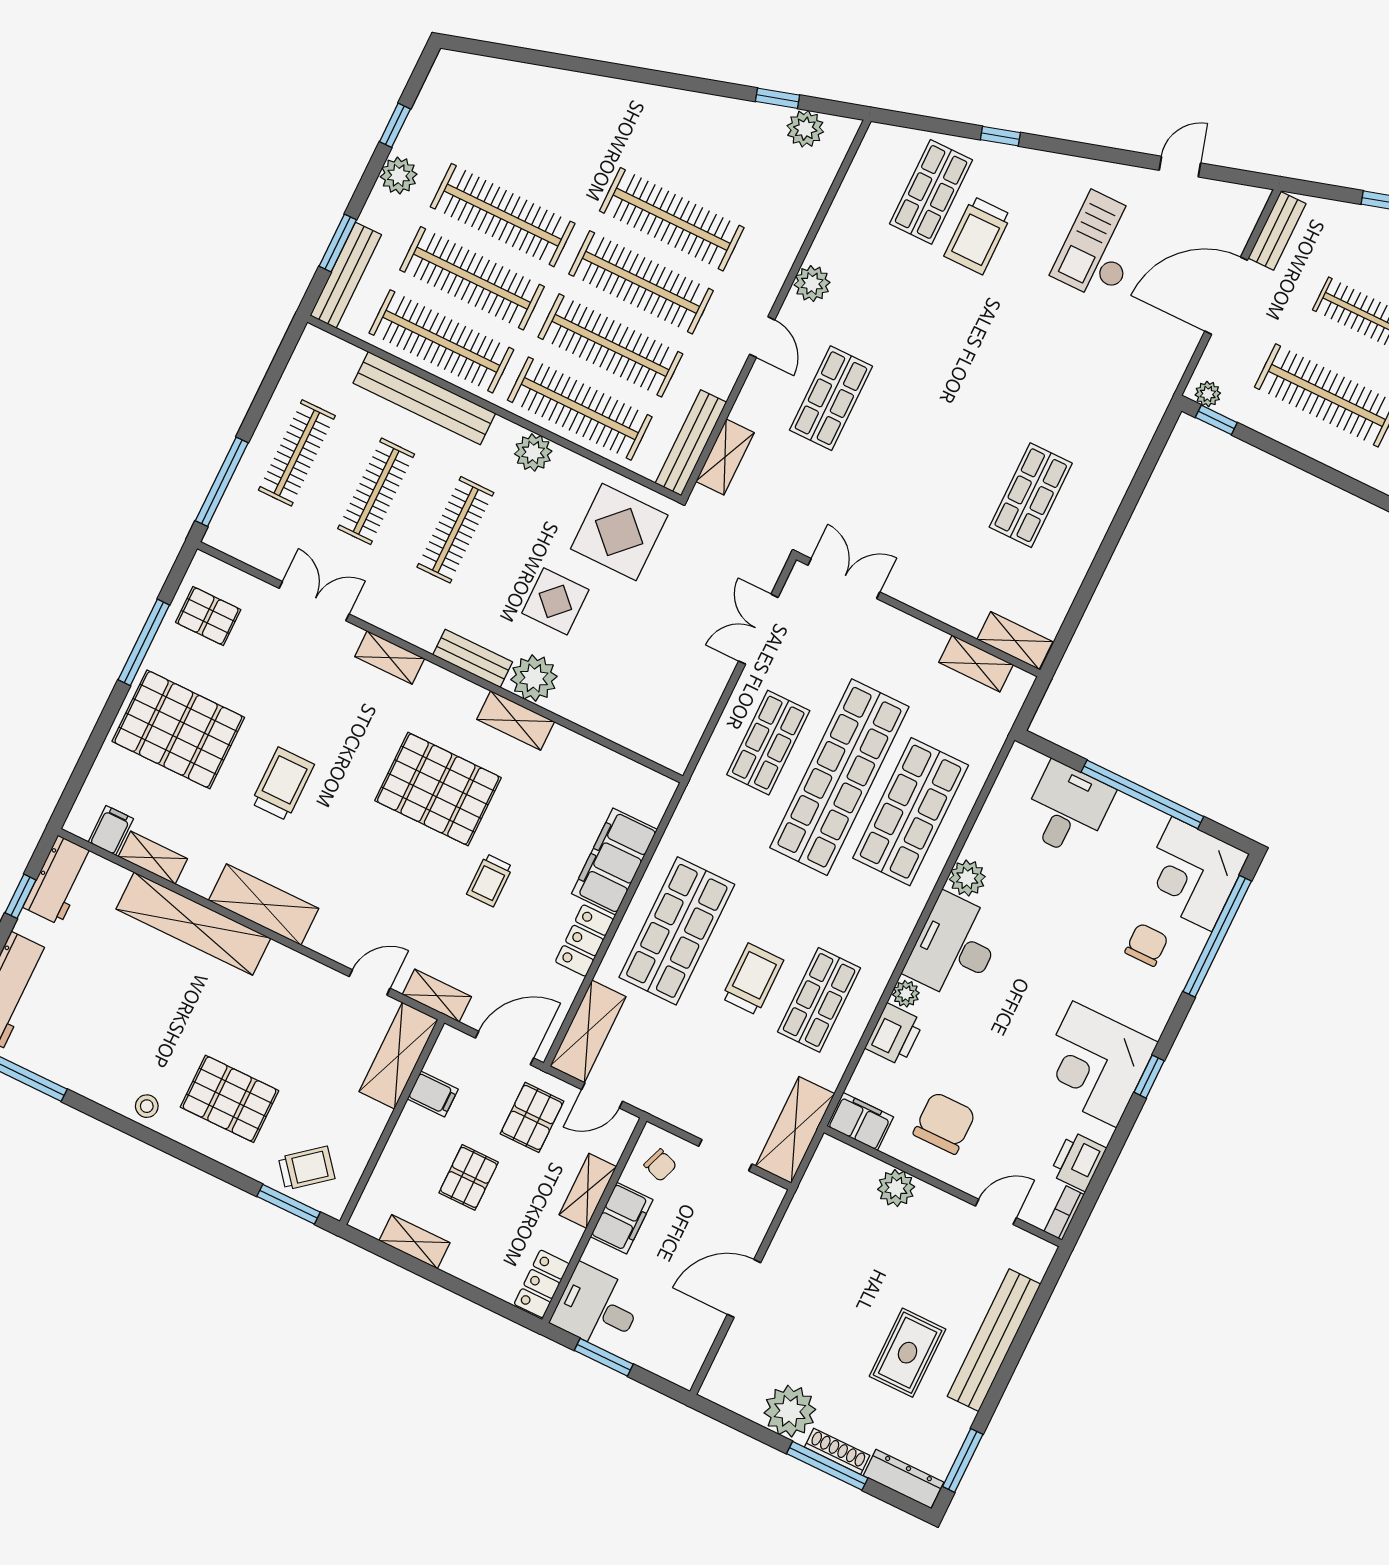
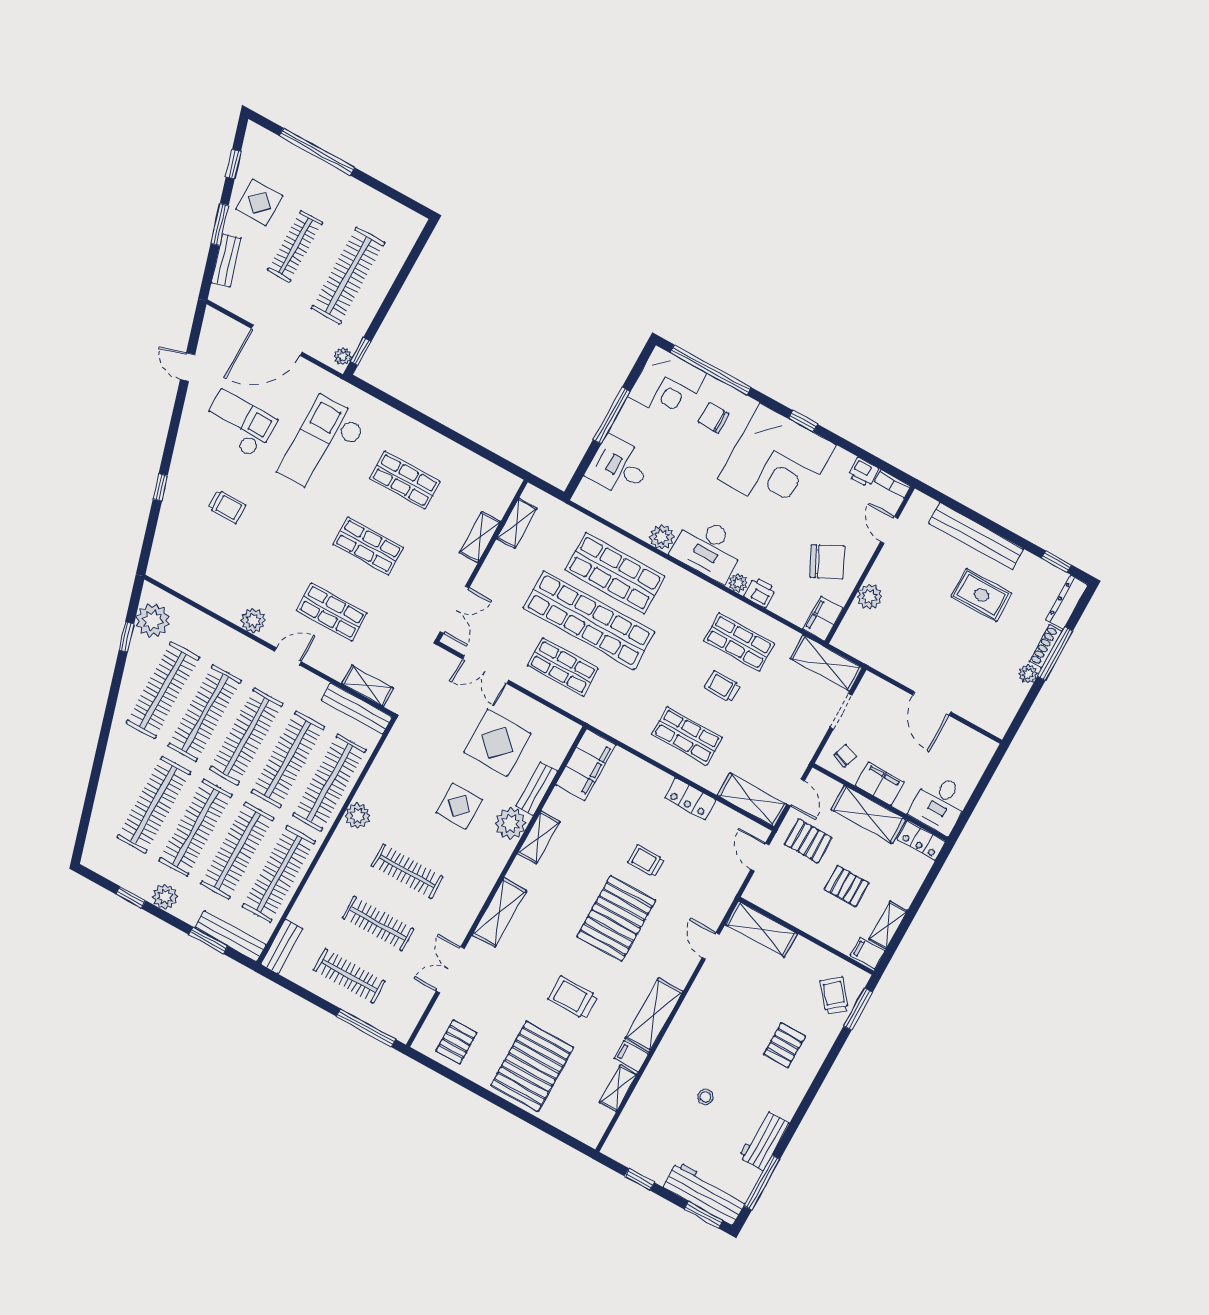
plant: (805, 129) -> (153, 620), width x1.36, depth x1.36
clothes rail: (533, 152) -> (154, 805), added
clothes rail: (702, 156) -> (163, 690), added
shop shelf: (931, 192) -> (368, 546), moved
bench: (1277, 231) -> (226, 260), moved, turned 74
trolley: (978, 235) -> (227, 506), width x0.73, depth x0.72
checkout: (1100, 247) -> (239, 424), turned 180
door: (1226, 296) -> (277, 340), hinge flipped
checkout: (1074, 371) -> (323, 446), added
bench: (424, 398) -> (282, 946), moved, width x0.54, depth x0.82
display table: (619, 532) -> (497, 743), moved
double door: (844, 579) -> (454, 610), swing flipped
shelving: (1015, 641) -> (480, 537), moved
window: (144, 642) -> (472, 1087), removed
shelving: (390, 658) -> (499, 913), width x1.50, depth x1.33
bench: (473, 658) -> (537, 789), moved
pallet: (438, 789) -> (616, 919), moved
window: (1142, 794) -> (612, 415), width x0.68
filing cabinet: (111, 830) -> (631, 1056), moved
filing cabinet: (614, 861) -> (586, 765), moved, turned -90
workbench: (59, 880) -> (764, 1140), moved, turned -90
trolley: (490, 880) -> (646, 861), turned 180
shelving: (193, 924) -> (664, 1063), removed
shop shelf: (677, 931) -> (687, 736), width x0.70, depth x0.74
trolley: (753, 979) -> (723, 686), width x0.73, depth x0.72
shelving: (437, 996) -> (722, 901), removed
printer: (894, 1034) -> (760, 592), width x0.73, depth x0.81
door: (505, 1048) -> (760, 857), width x0.73
corner desk: (1095, 1064) -> (777, 462), width x1.36, depth x1.36
filing cabinet: (433, 1094) -> (868, 953), moved, turned -90
pallet: (230, 1099) -> (784, 1045), width x0.67, depth x0.71
stool: (147, 1106) -> (705, 1097), moved
chair: (944, 1123) -> (827, 562), turned 153
printer: (1078, 1161) -> (863, 472), width x0.73, depth x0.81
shelving: (588, 1191) -> (868, 814), width x1.50, depth x1.33
window: (604, 1357) -> (973, 801), removed
plant: (790, 1411) -> (1028, 674), width x0.53, depth x0.53
window: (963, 1460) -> (1056, 562), width x0.67

